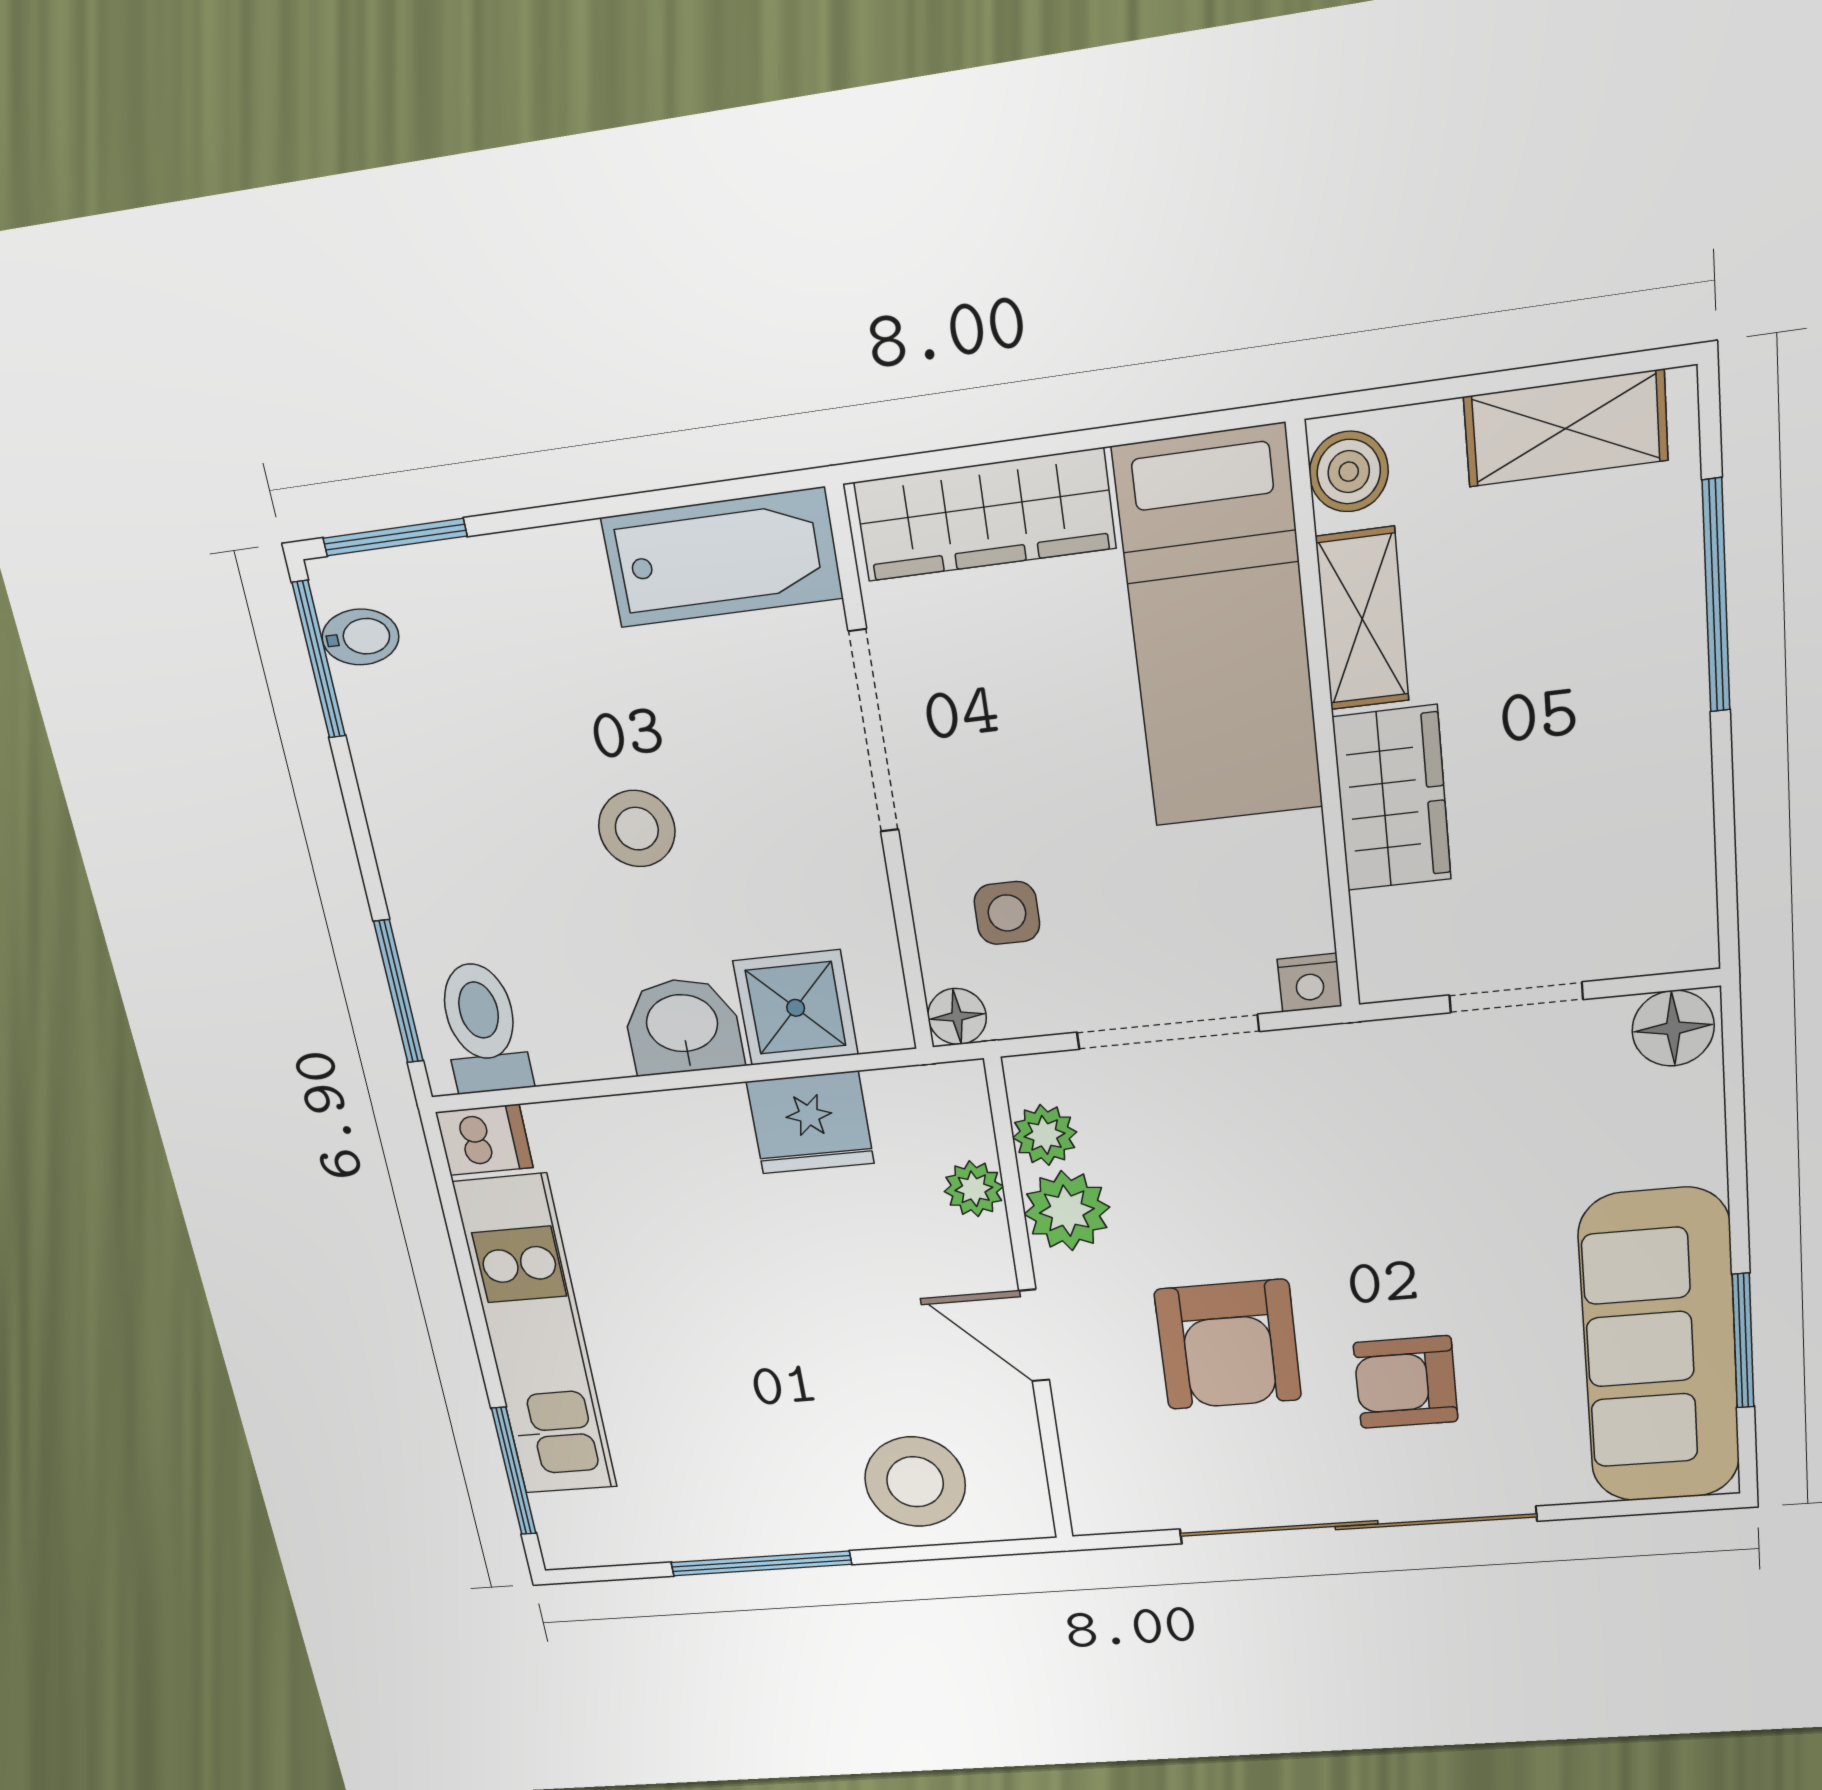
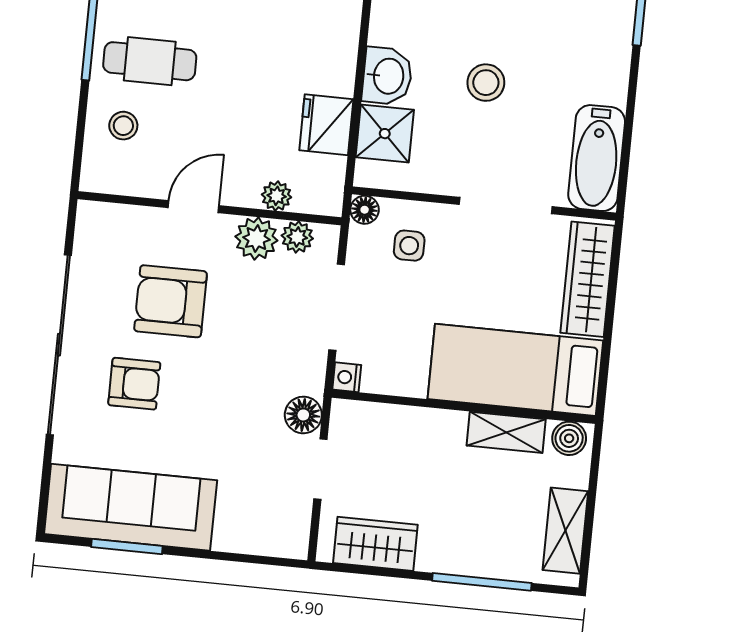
wardrobe: (1392, 799) -> (375, 544), moved, turned 180
floor lamp: (1673, 1028) -> (303, 415), moved
armchair: (1406, 1382) -> (134, 384), turned 90
cafe table: (784, 1457) -> (150, 61), added
stool: (915, 1482) -> (123, 126), width x0.53, depth x0.53

